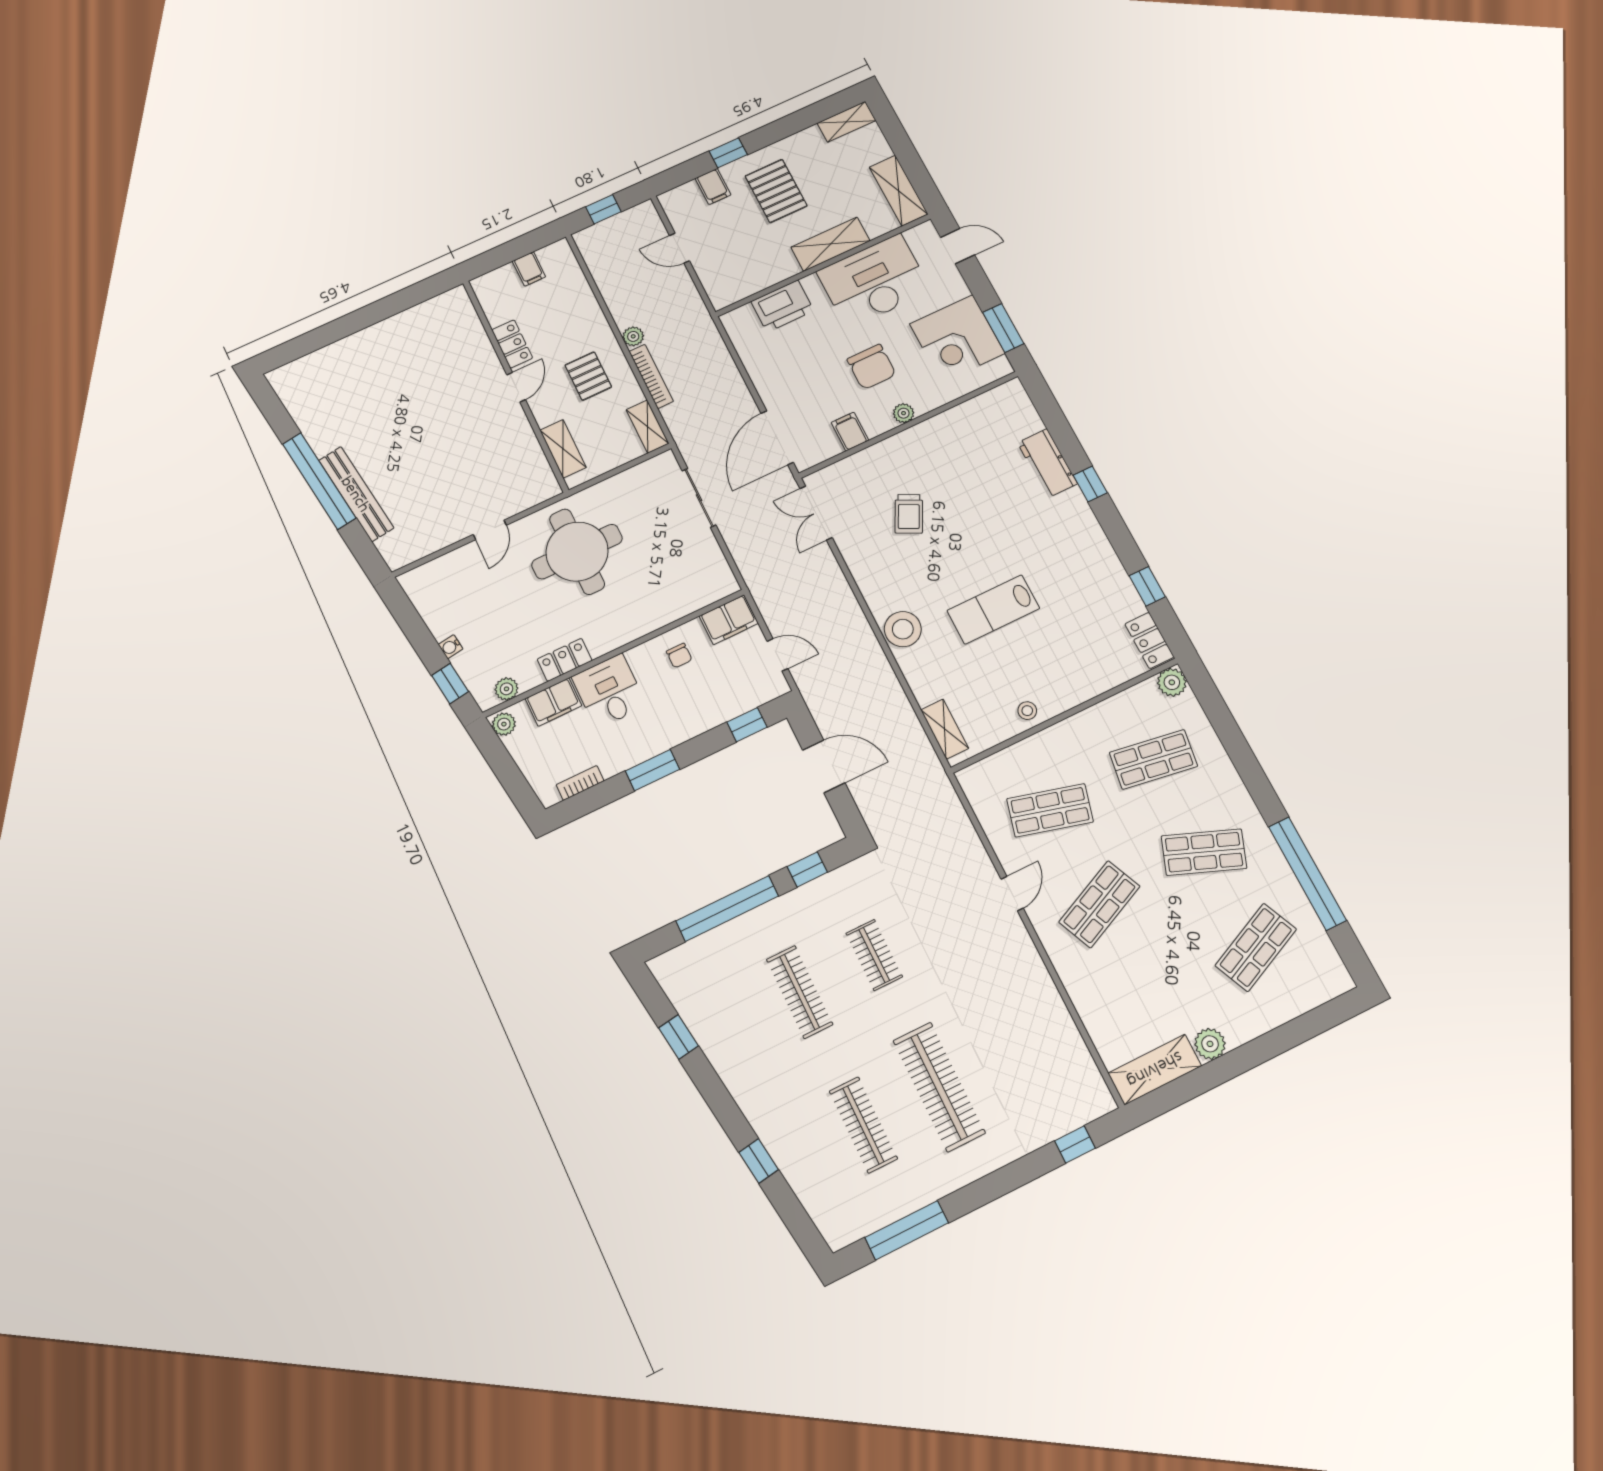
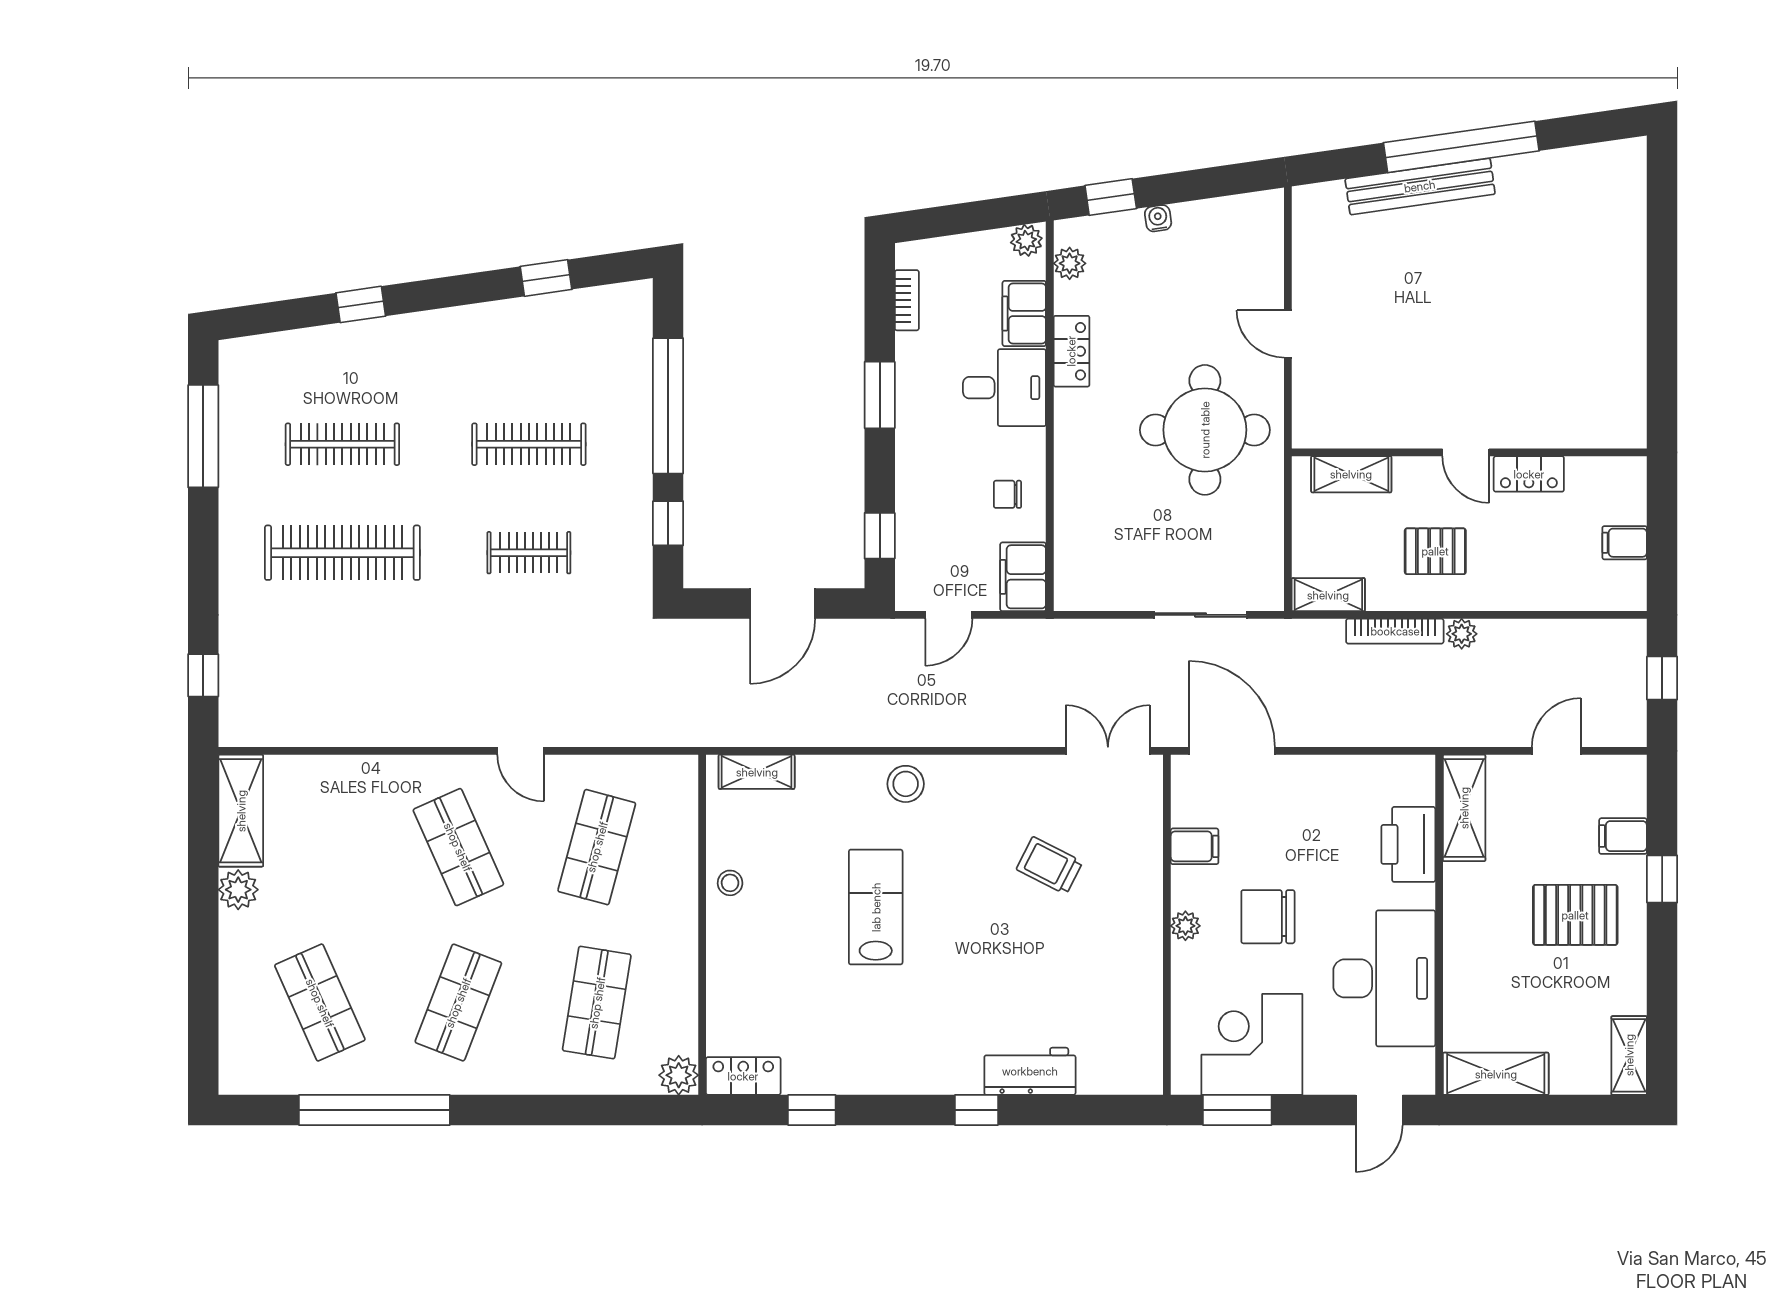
shelving: (830, 244) -> (1464, 808), moved
stool: (903, 629) -> (906, 784), width x0.73, depth x0.73

